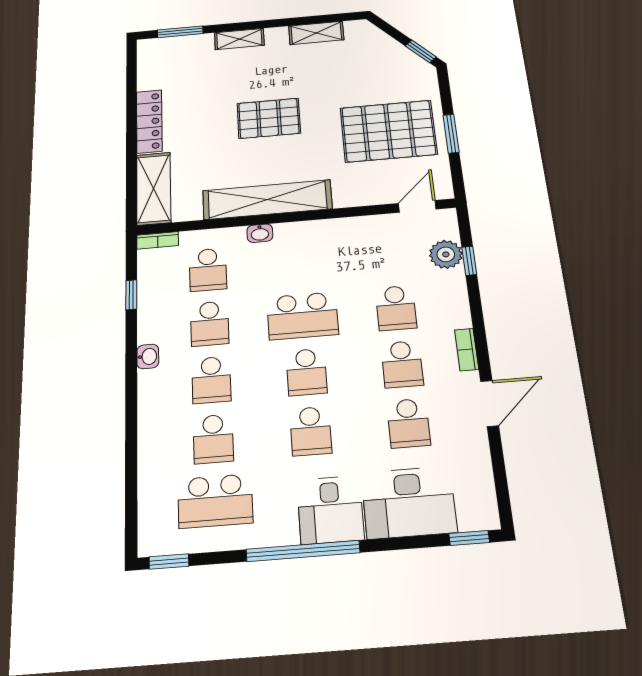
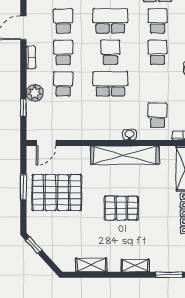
plant: (446, 254) -> (35, 93), moved
school desk: (210, 323) -> (157, 84), removed
school desk: (311, 431) -> (110, 21), width x1.85

